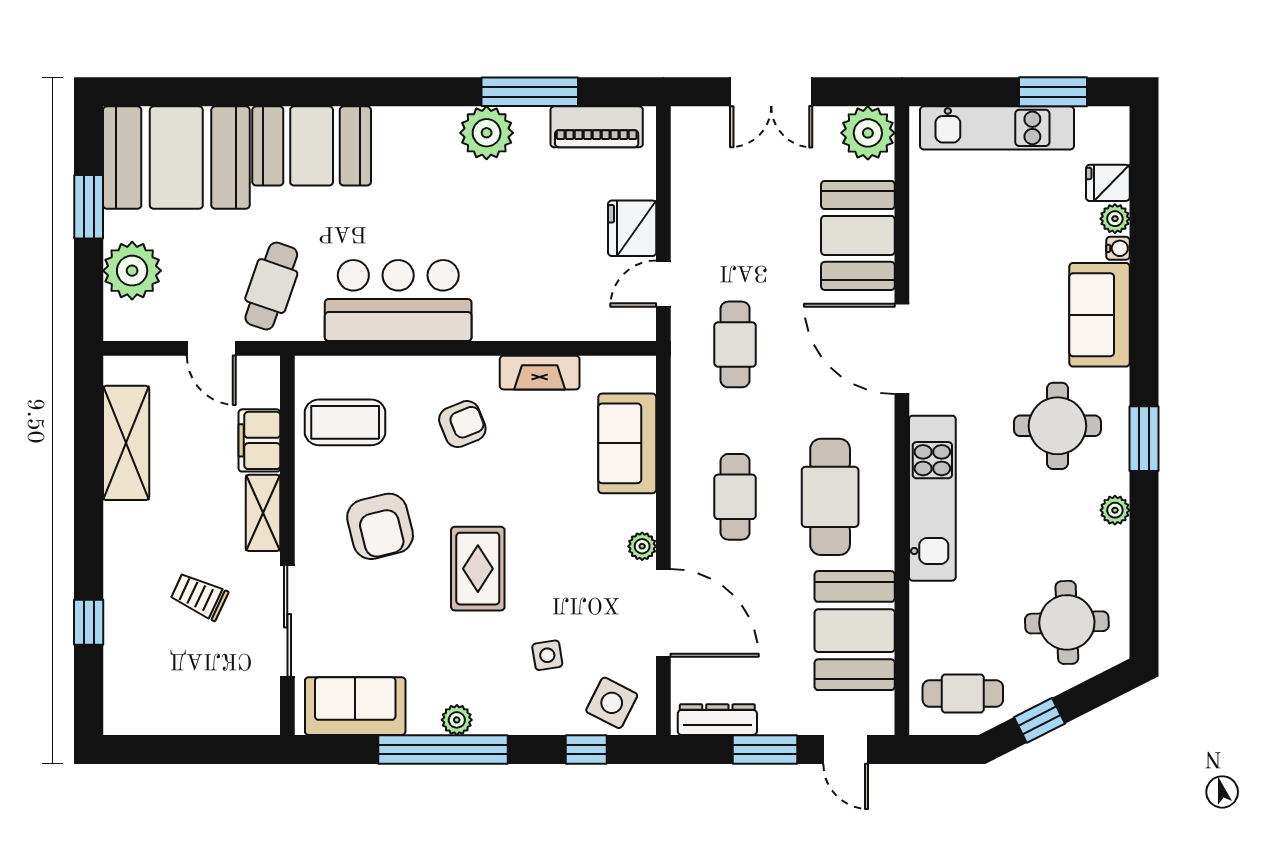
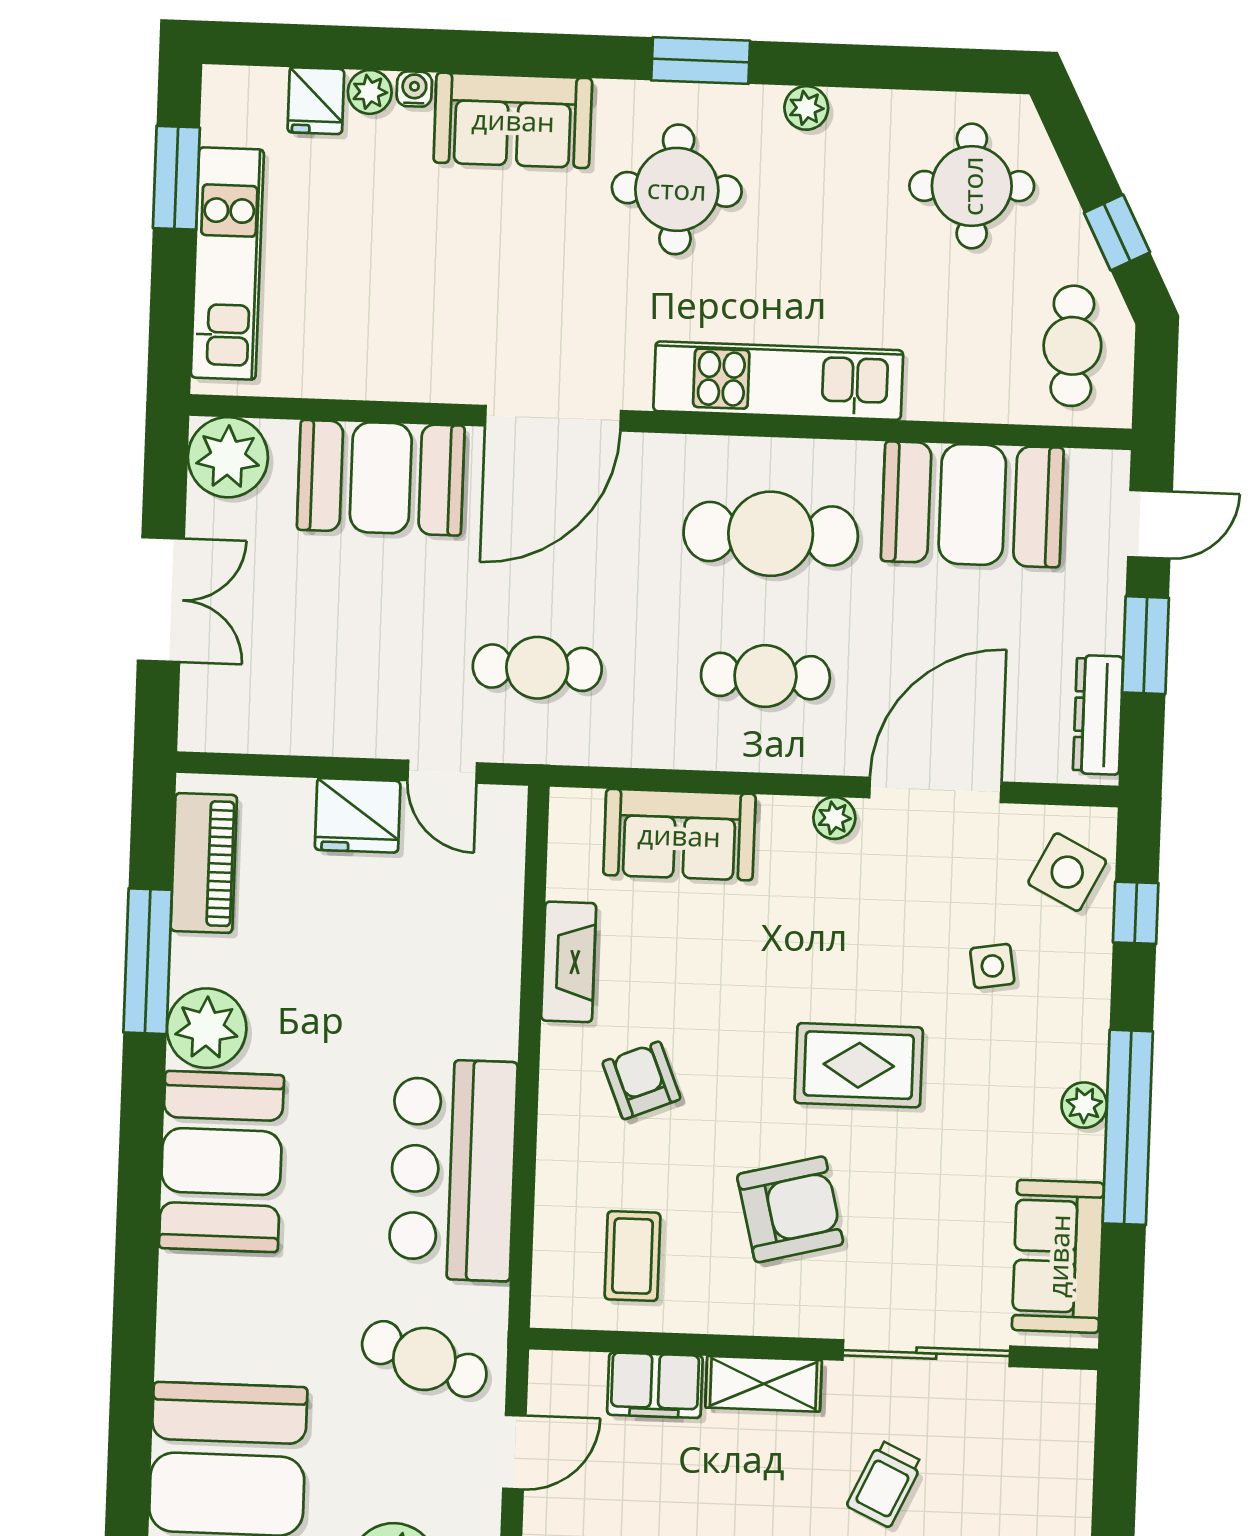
booth: (312, 146) -> (221, 1162), moved
coffee table: (345, 422) -> (633, 1256), width x0.73, depth x0.77

